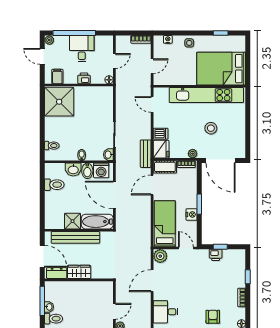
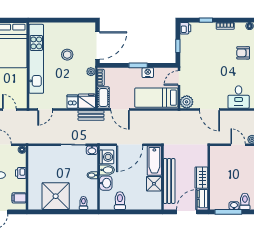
shower: (59, 102) -> (56, 196), moved
printer: (216, 255) -> (185, 28), moved

